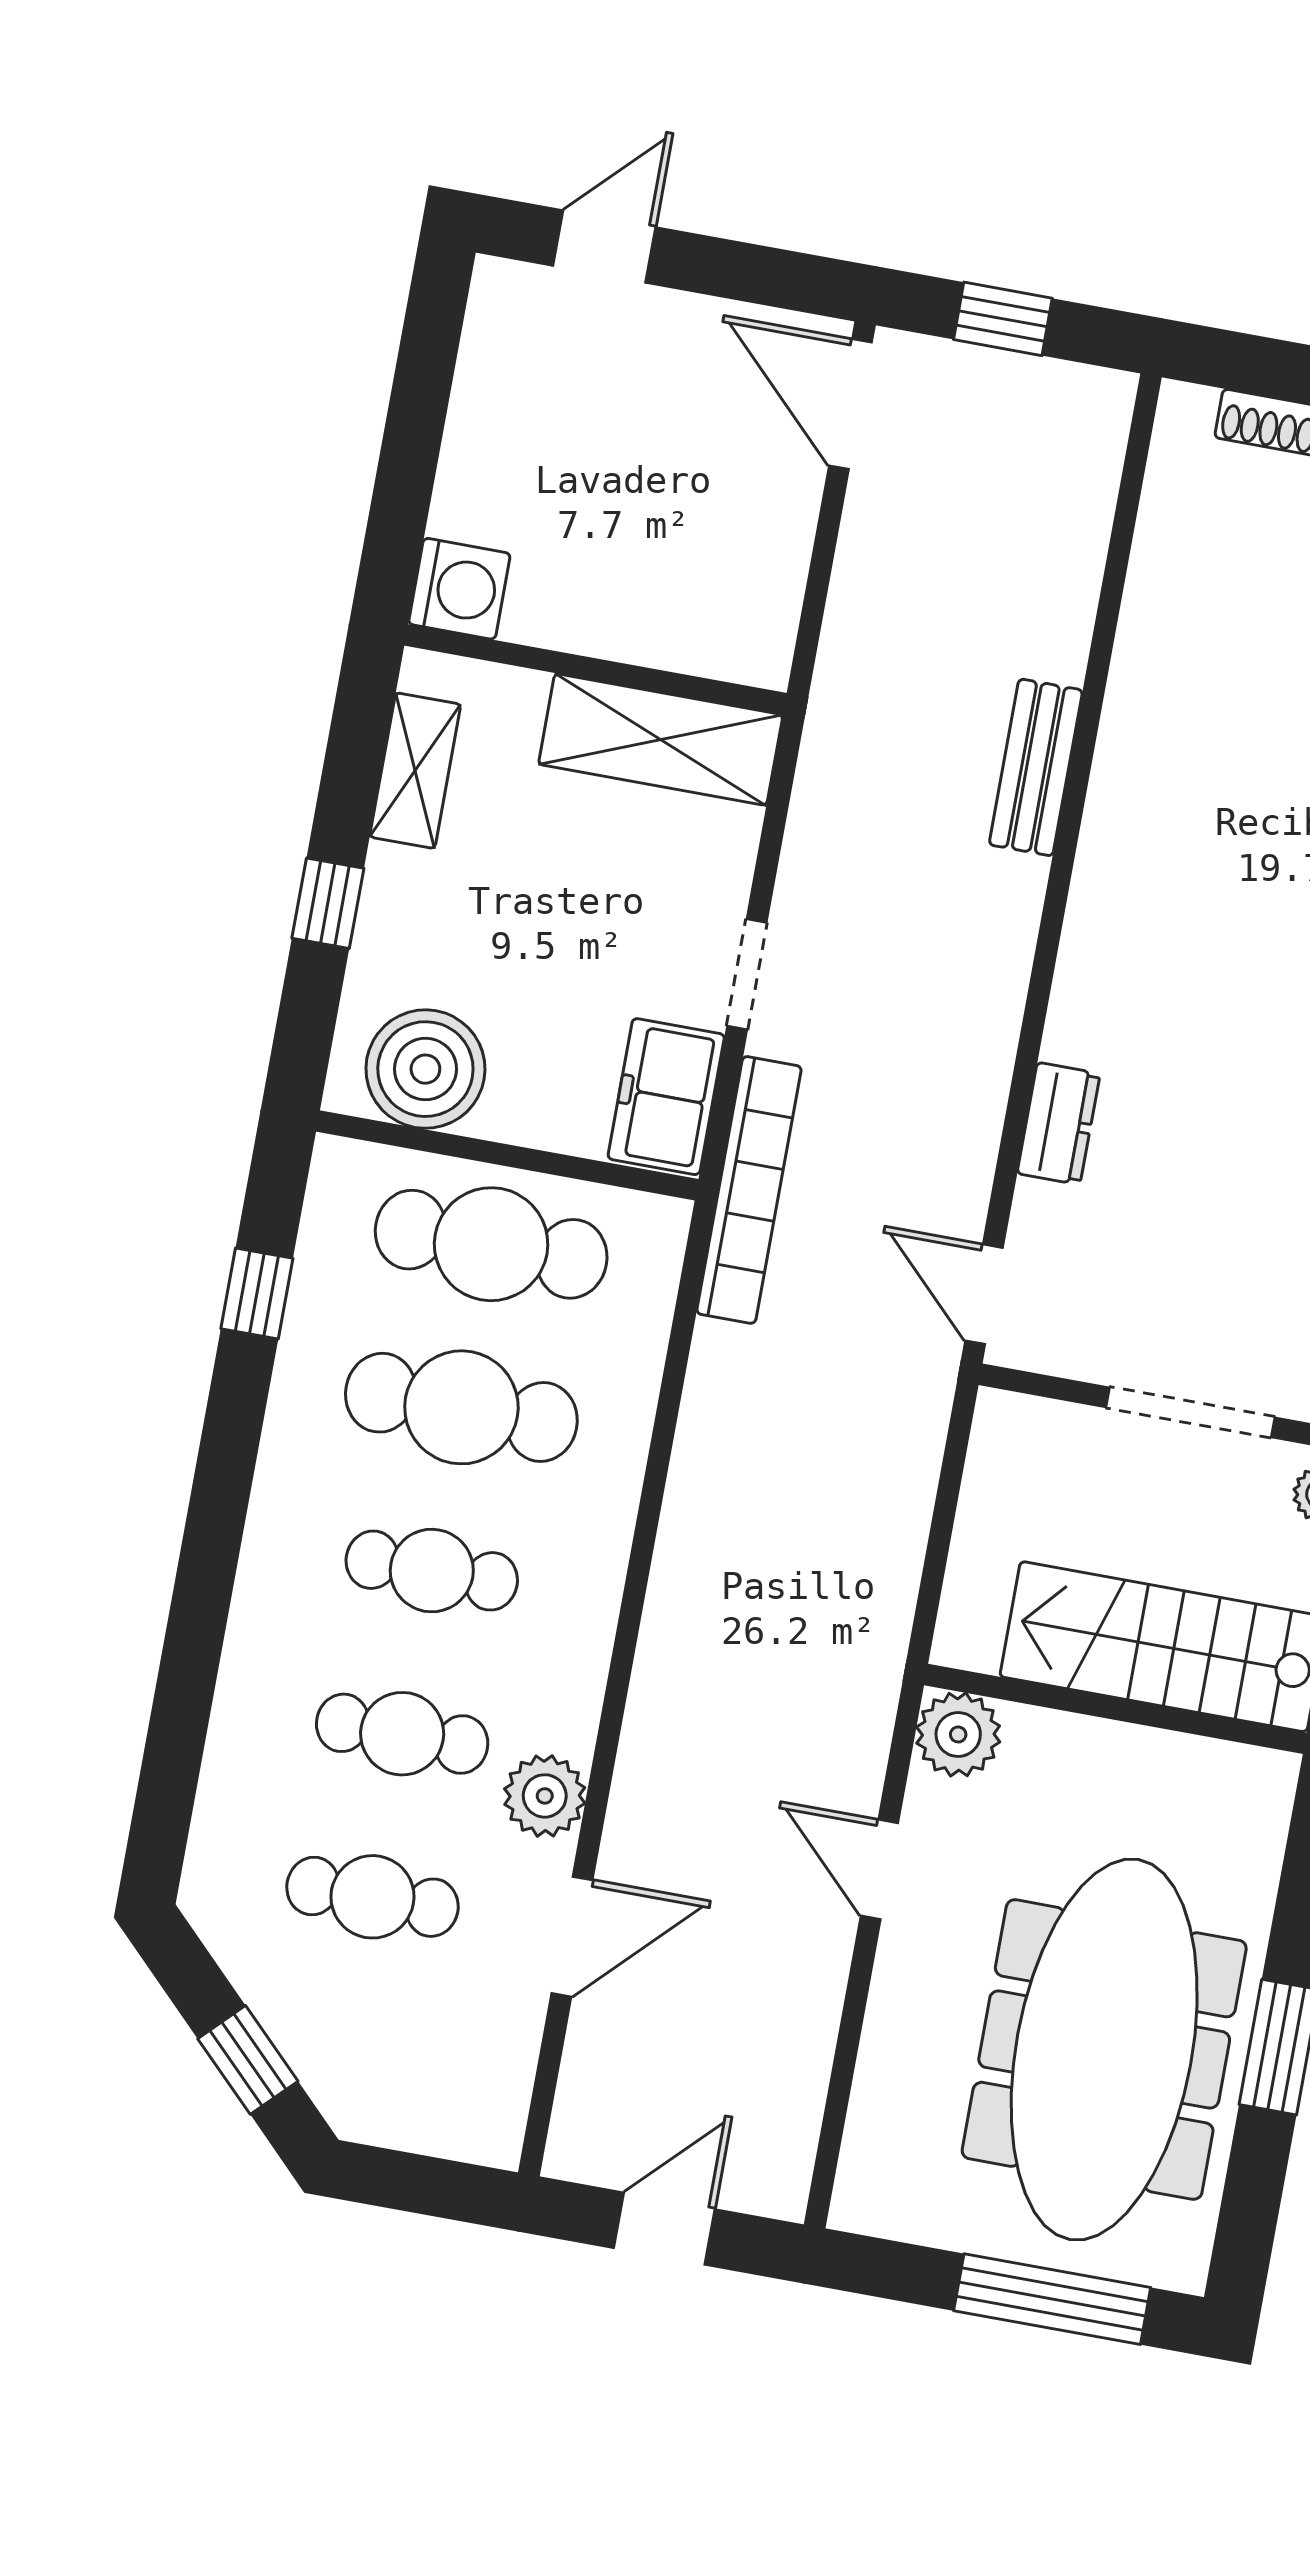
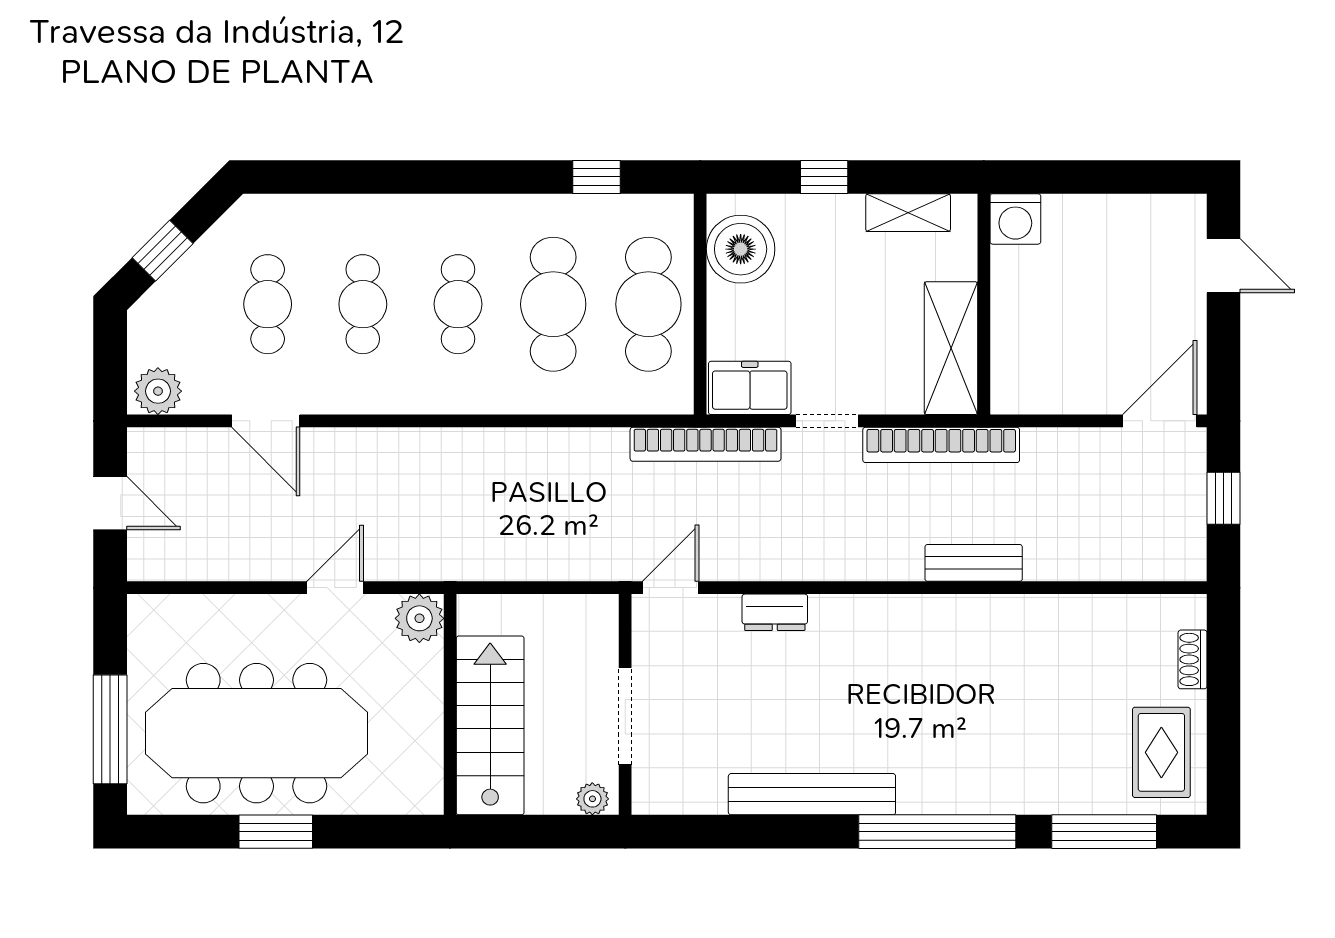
bookcase: (824, 786) -> (941, 445), added
plant: (545, 1796) -> (158, 391), moved

